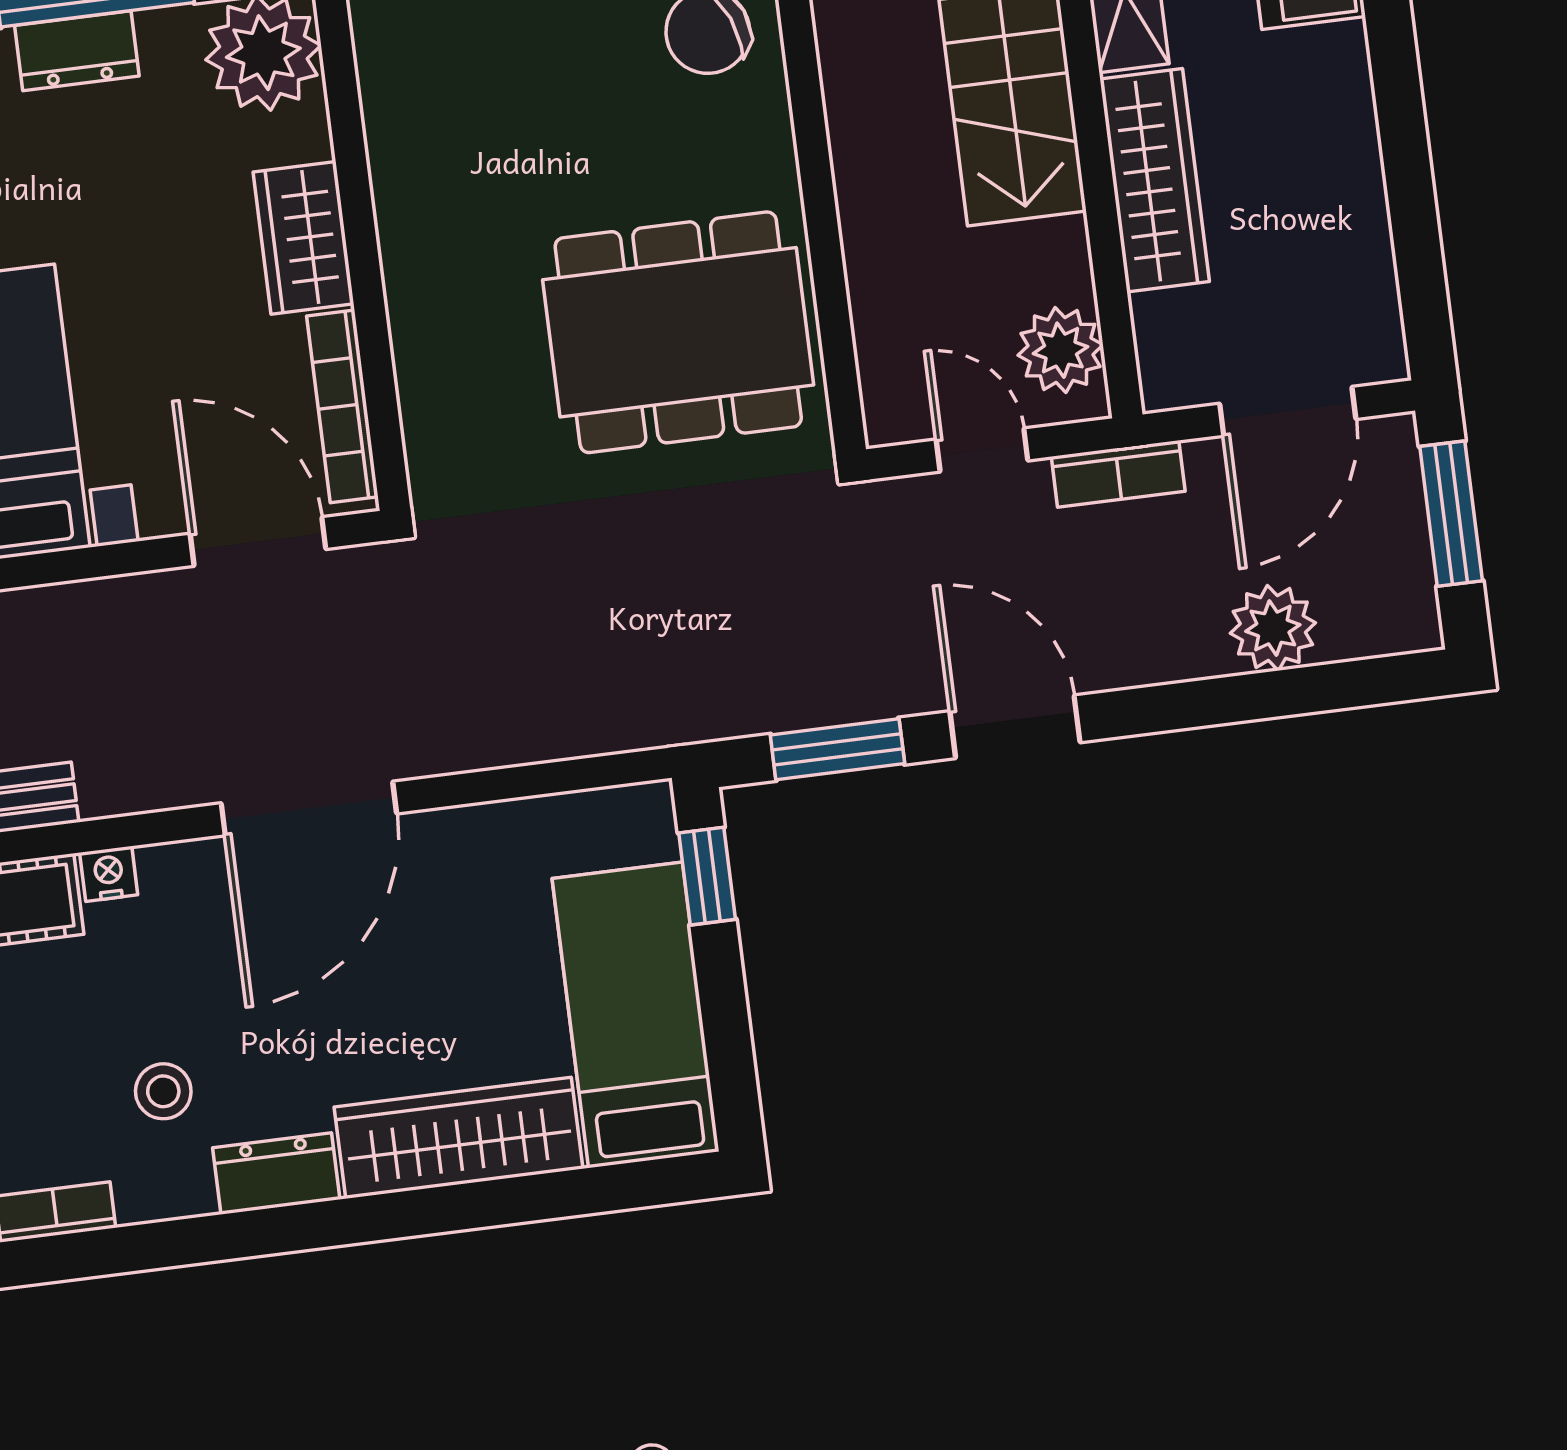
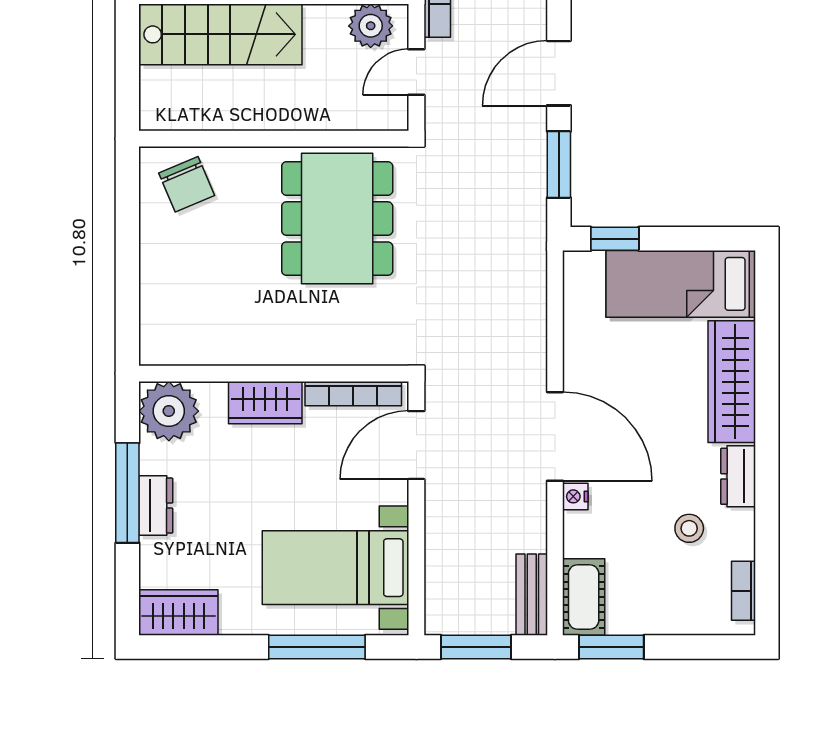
nightstand: (109, 874) -> (575, 496), moved

